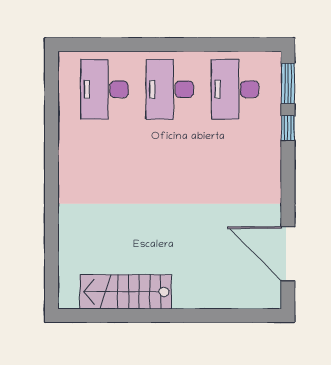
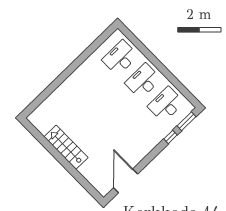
stairs: (126, 292) -> (66, 147), moved

